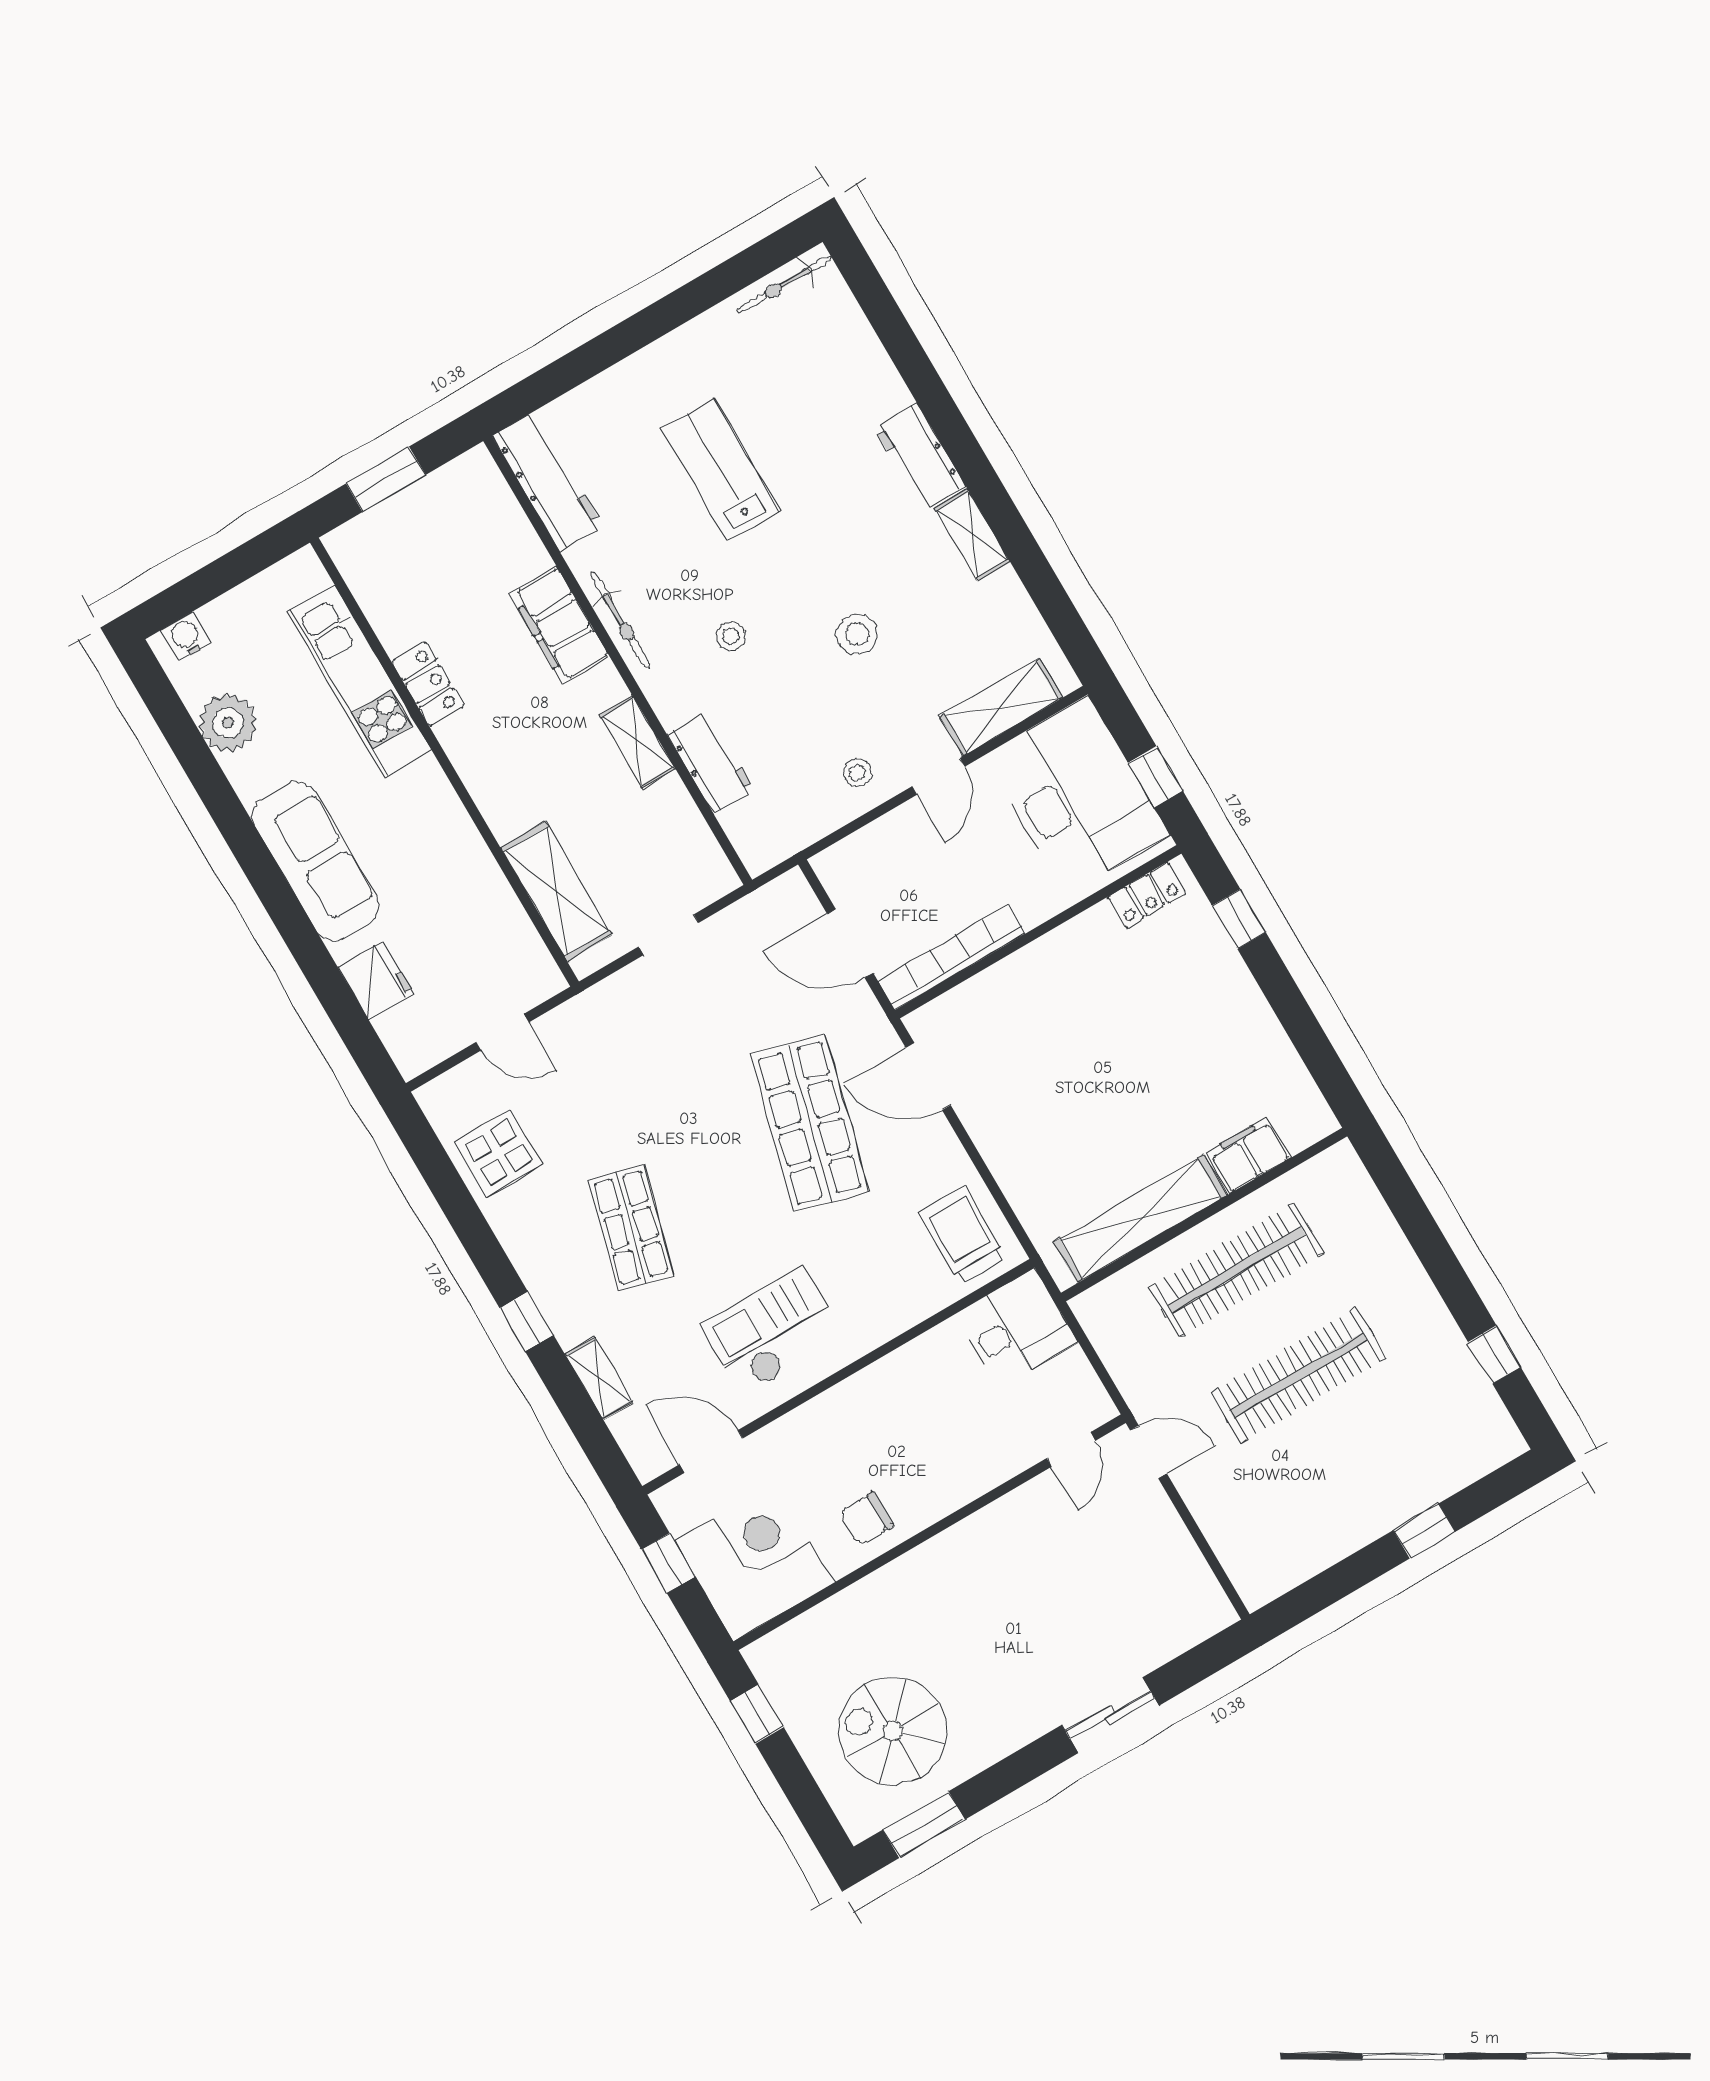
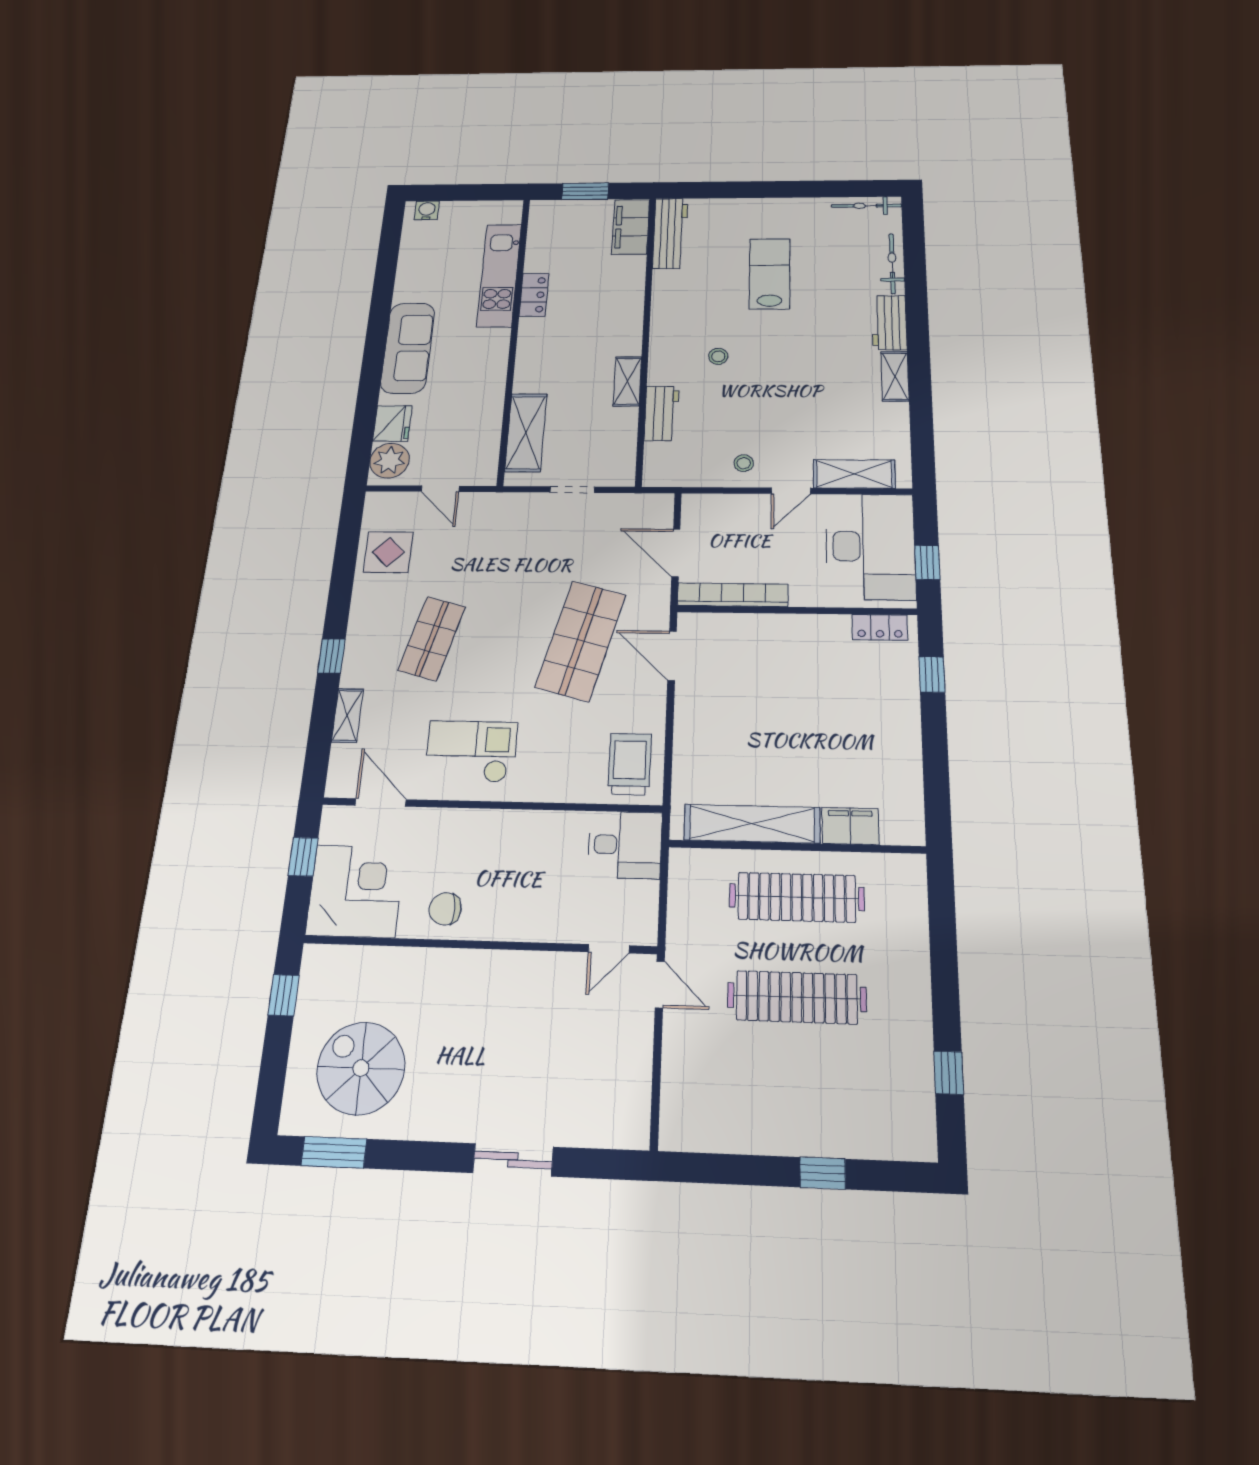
bicycle: (620, 620) -> (892, 264), moved, turned 180
filing cabinet: (559, 625) -> (631, 227), moved
stool: (857, 634) -> (792, 392), removed
plant: (228, 723) -> (390, 461), moved

